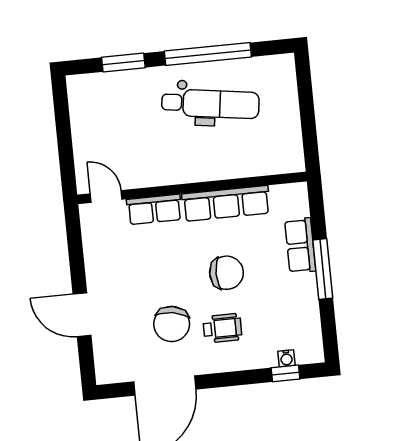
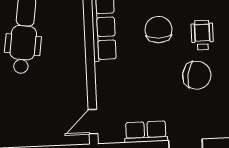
row of seats: (154, 209) -> (146, 132), moved, turned -90

